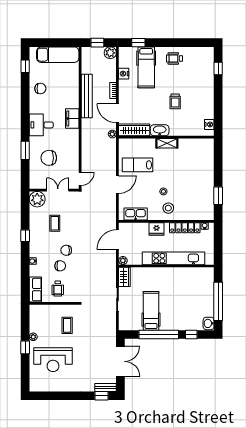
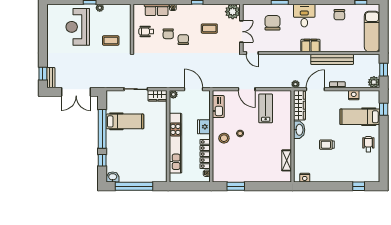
shelving: (167, 143) -> (287, 160), moved
row of seats: (35, 290) -> (157, 10), moved

